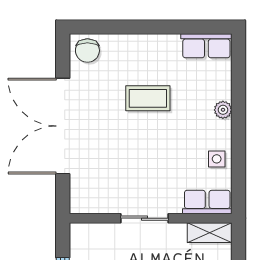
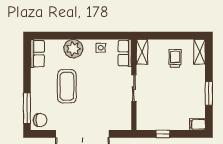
window: (109, 27) -> (27, 108), added
coffee table: (148, 98) -> (67, 86), width x1.36, depth x1.32
plant: (223, 110) -> (73, 49), width x1.88, depth x1.88

